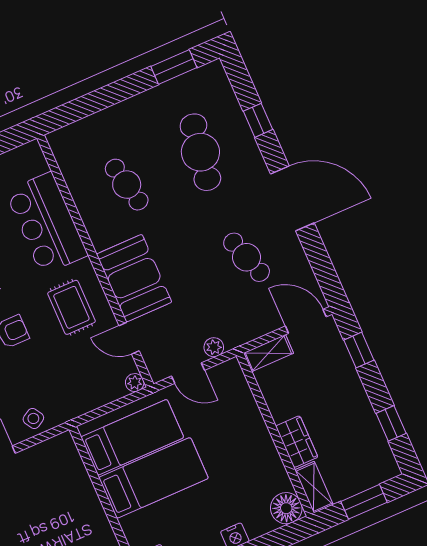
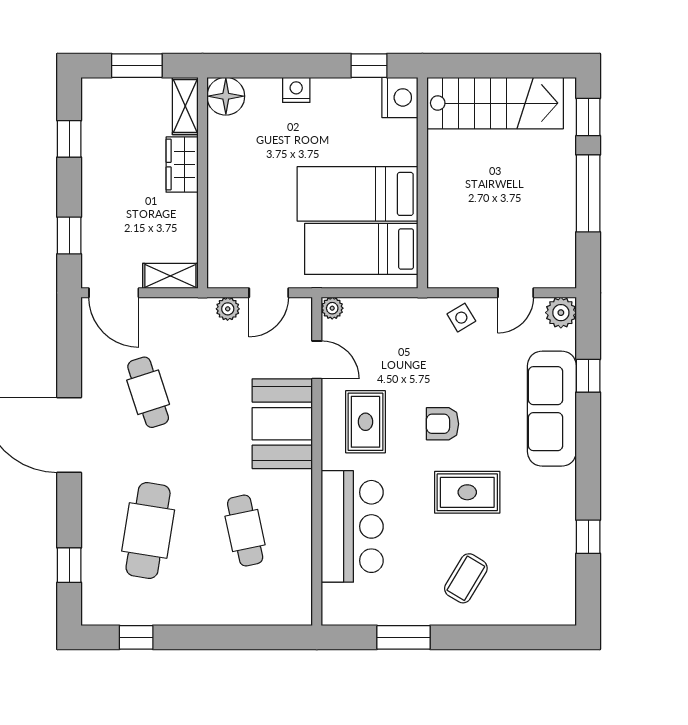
window: (174, 67) -> (136, 637), width x0.67
window: (258, 120) -> (69, 565), moved
door: (188, 373) -> (269, 293), swing flipped

